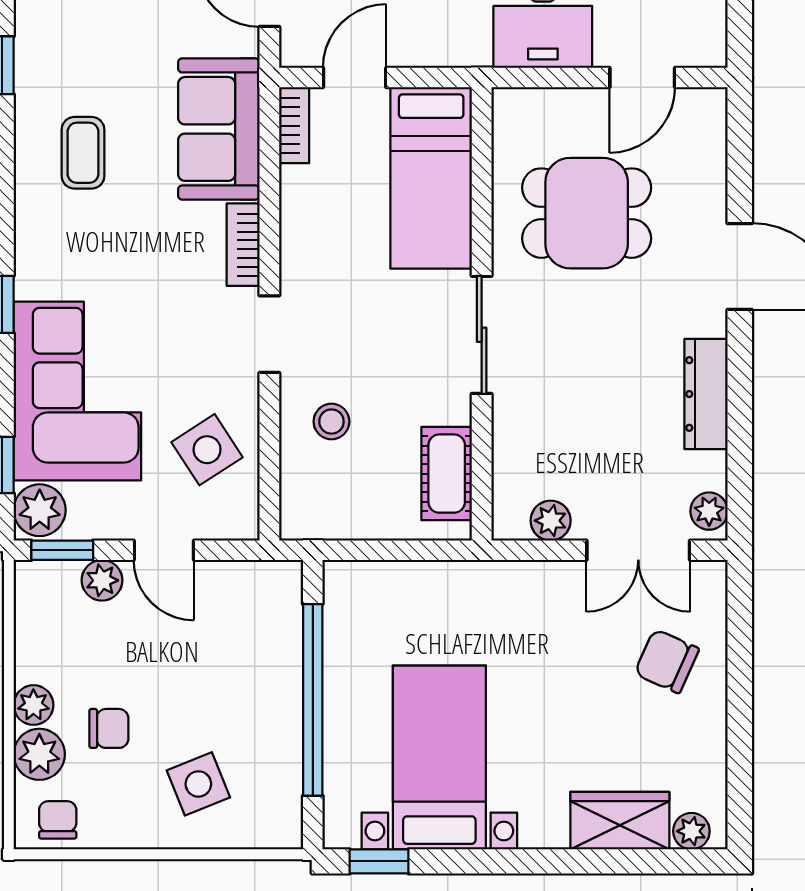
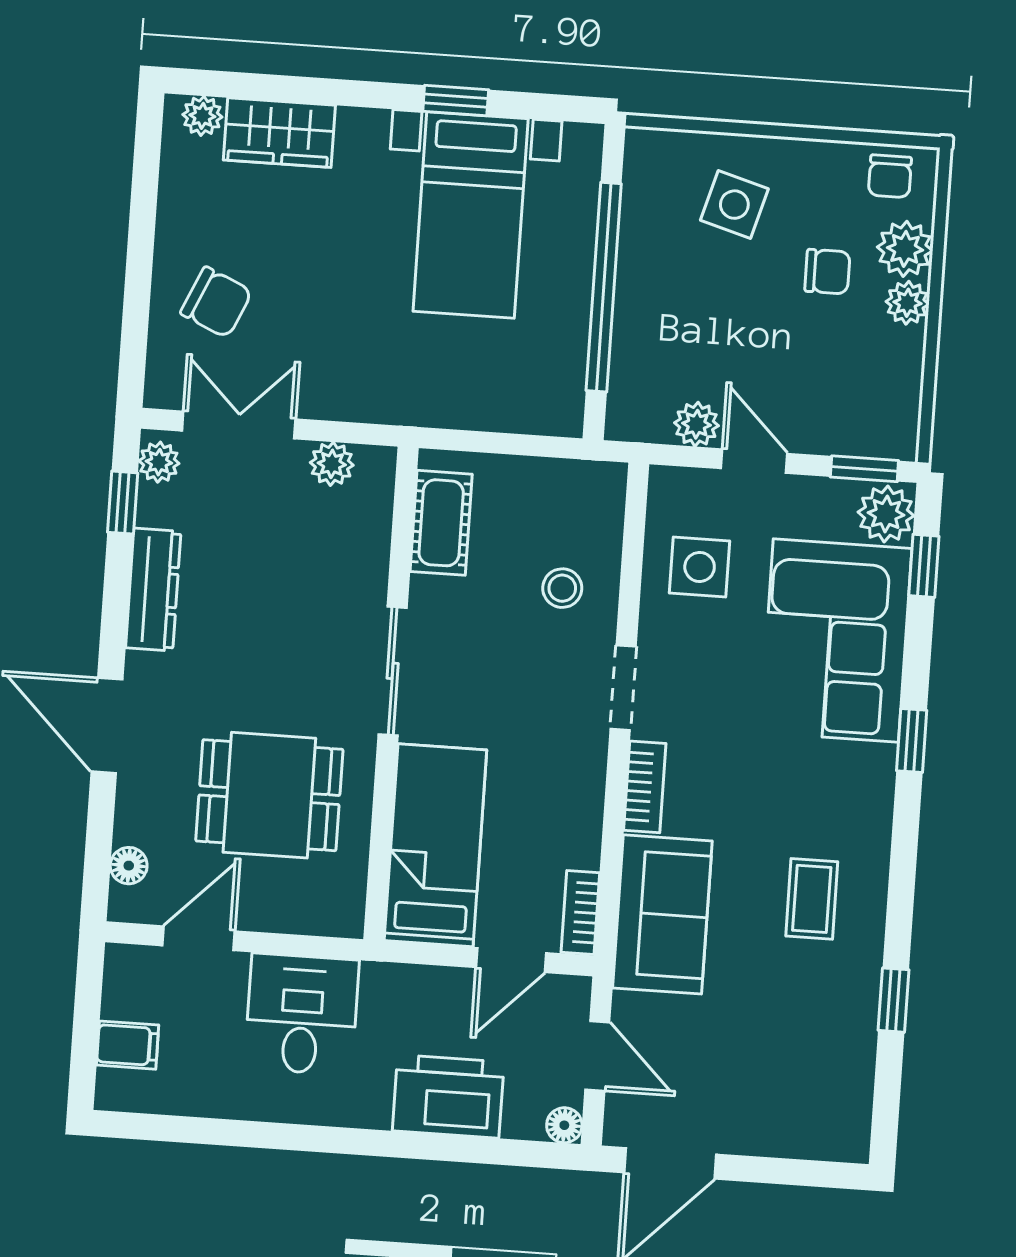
floor lamp: (711, 140) -> (129, 866), added
side table: (207, 450) -> (700, 567), turned 33
window: (740, 472) -> (123, 503), added
plant: (102, 580) -> (697, 424), moved
chair: (109, 728) -> (827, 272), turned 180
side table: (198, 784) -> (734, 205), turned 38
window: (379, 861) -> (456, 100), moved

